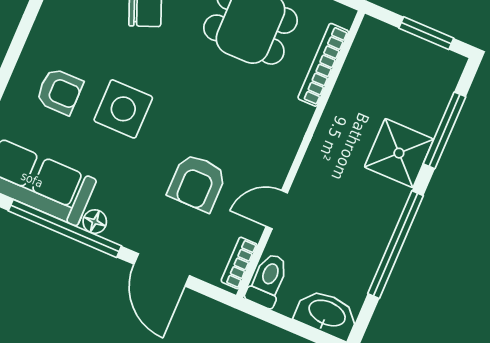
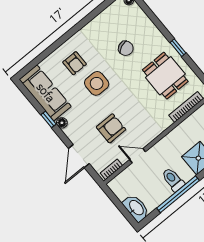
armchair: (197, 183) -> (111, 128), turned 180
window: (65, 228) -> (48, 119), width x0.32
toilet: (268, 280) -> (173, 180), moved, turned -90

